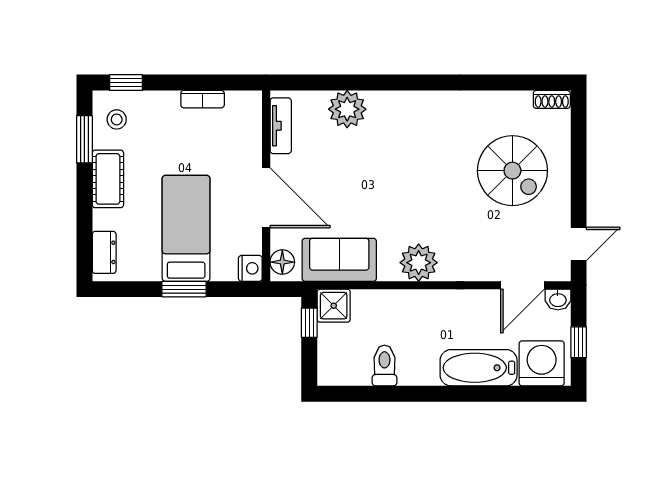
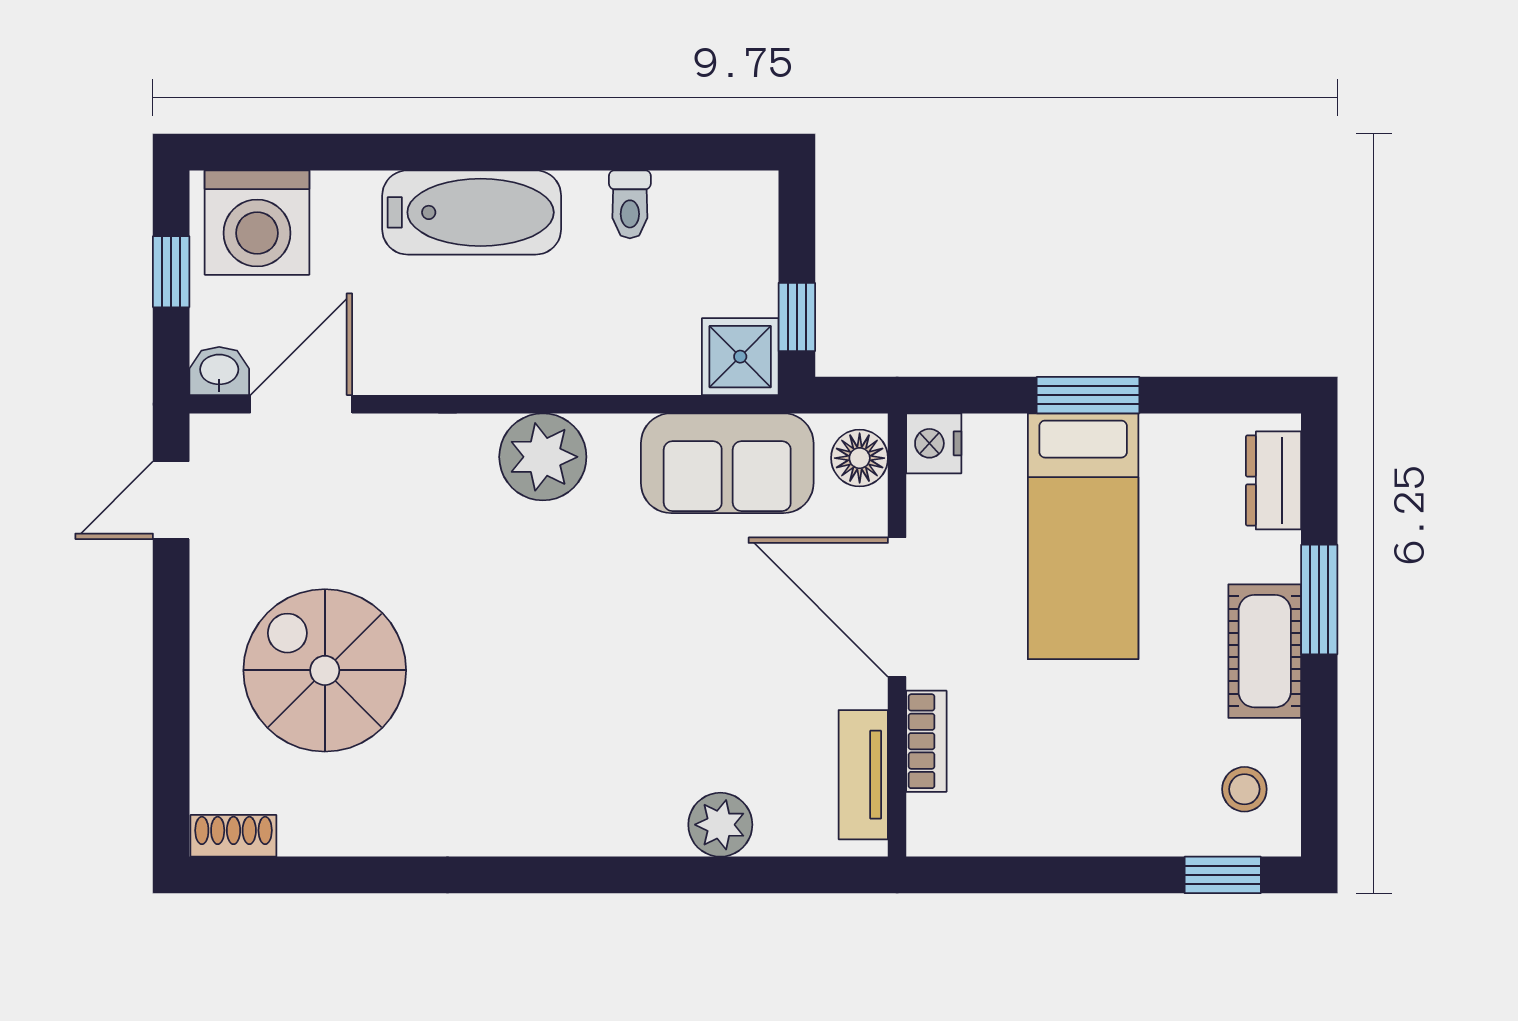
bookcase: (203, 99) -> (926, 741), moved, turned 90
plant: (347, 109) -> (720, 825), width x0.73, depth x0.73
window: (84, 139) -> (1319, 599), moved
toilet: (384, 366) -> (630, 204), width x0.73, depth x0.72
bathtub: (479, 368) -> (472, 212), moved

